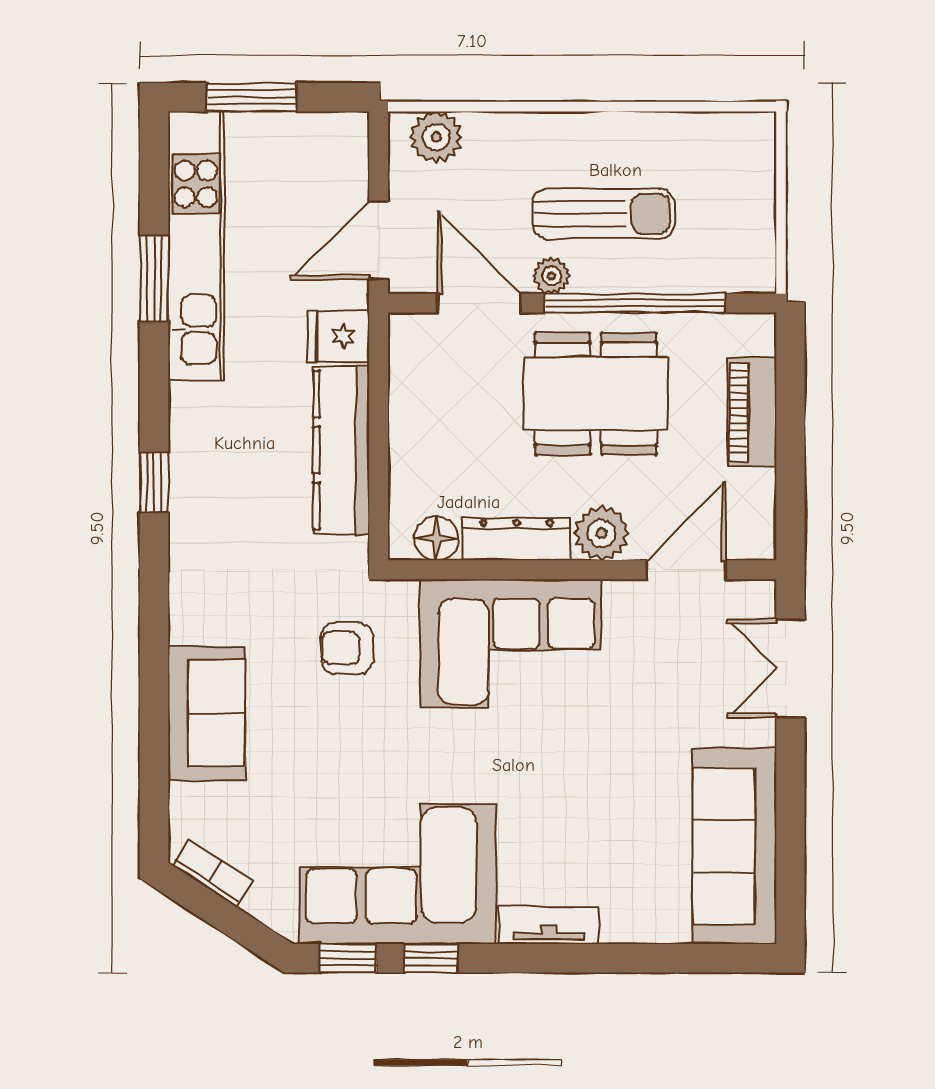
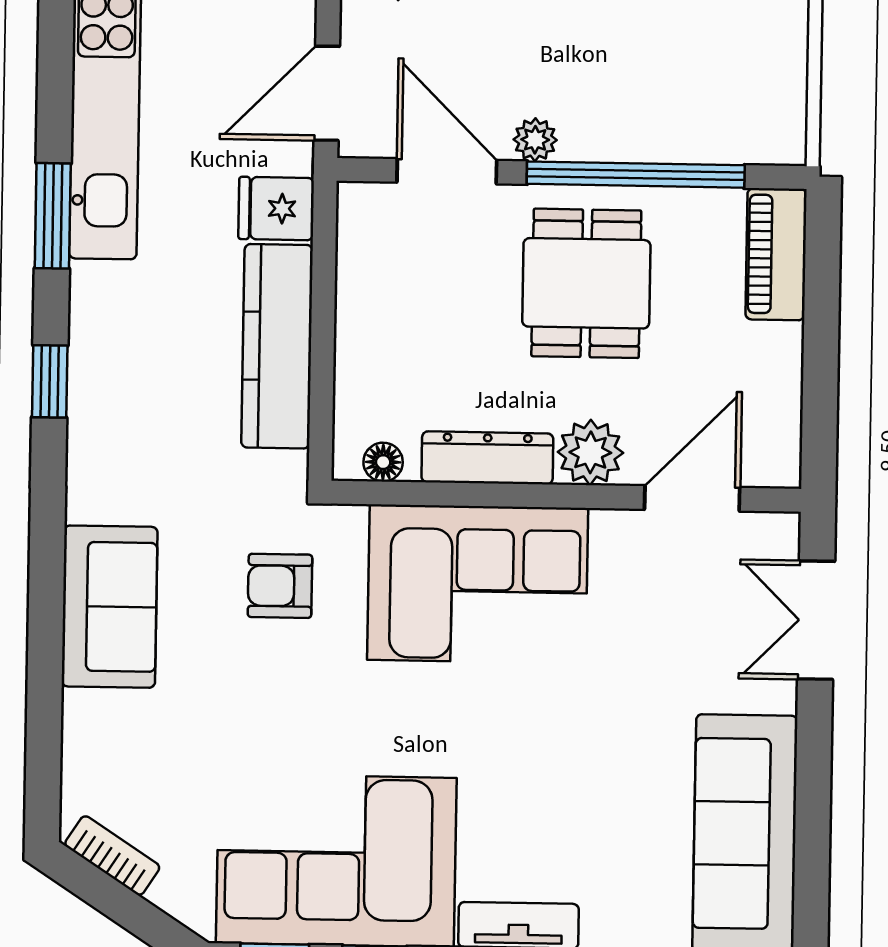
sun lounger: (603, 214) -> (599, 66), removed
window: (154, 279) -> (53, 216), moved
dining table: (596, 394) -> (586, 283), width x0.73
piano: (752, 412) -> (776, 254), moved
floor lamp: (436, 538) -> (383, 462), width x0.73, depth x0.73
sofa: (207, 713) -> (110, 607), moved

